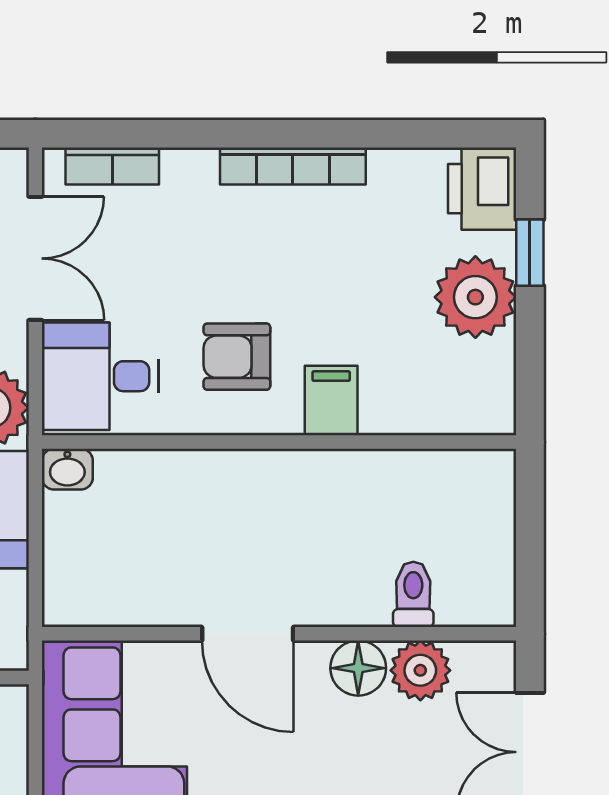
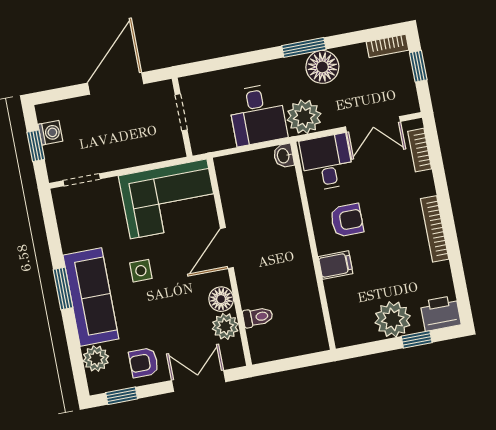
armchair: (237, 357) -> (347, 220), turned 90

